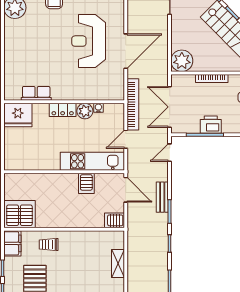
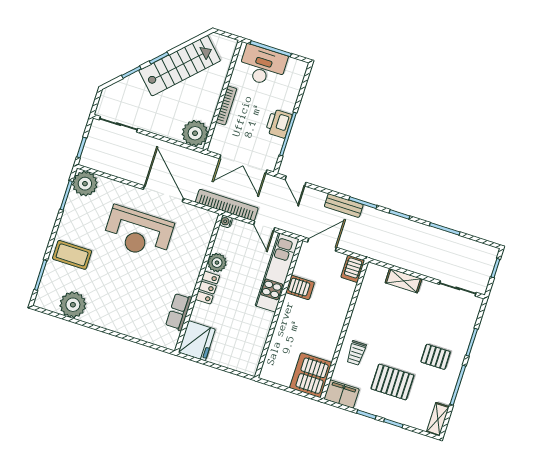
water cooler: (98, 108) -> (226, 221), moved

